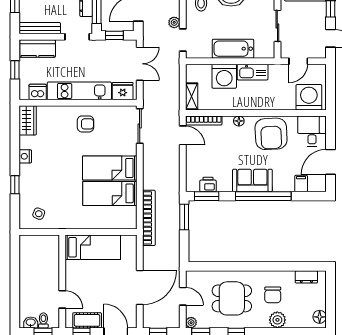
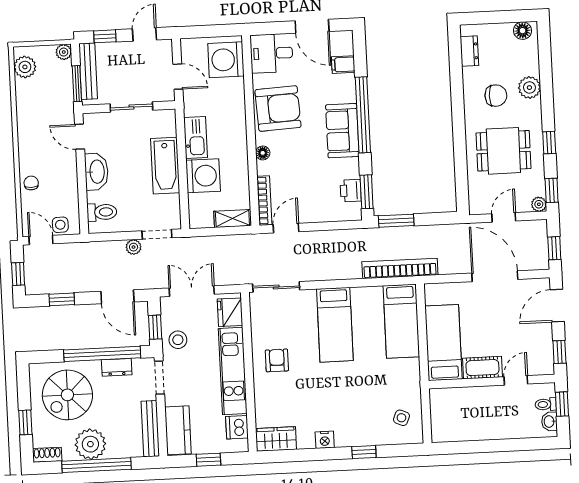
stool: (104, 52) -> (178, 340), added
bed: (110, 193) -> (401, 321), moved
dining table: (232, 298) -> (503, 151), turned 90
cot: (87, 320) -> (482, 368), moved, turned 90

